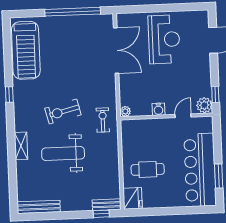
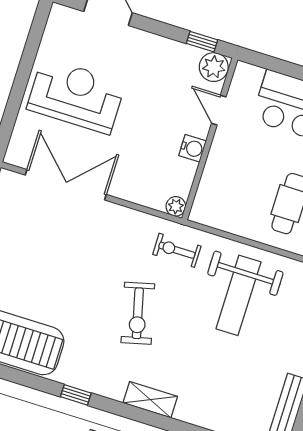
shelving: (21, 146) -> (150, 400), moved
weight bench: (63, 153) -> (238, 295), moved

